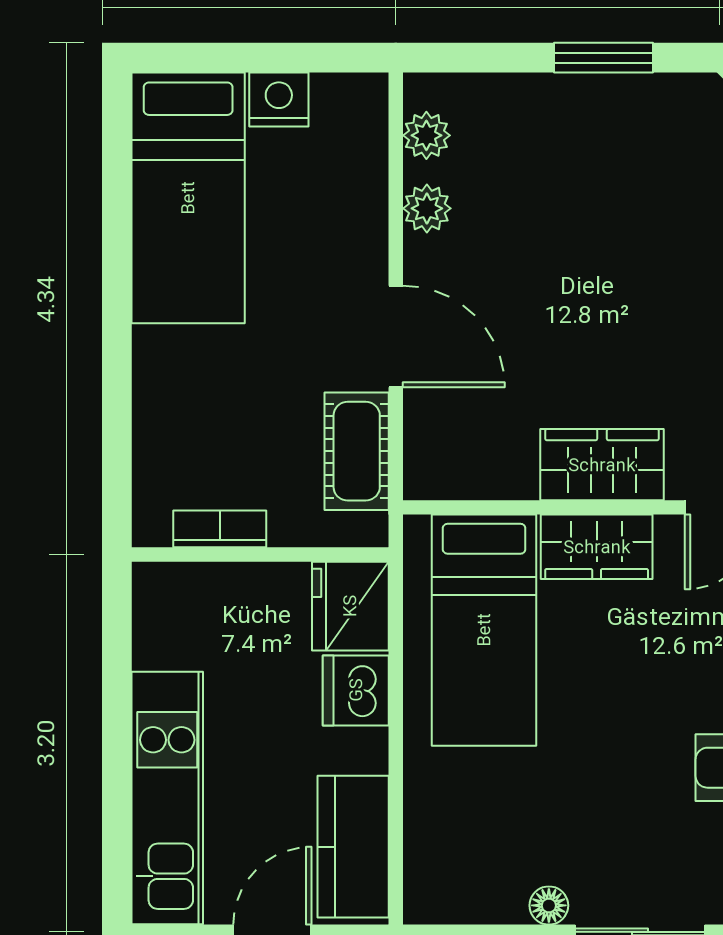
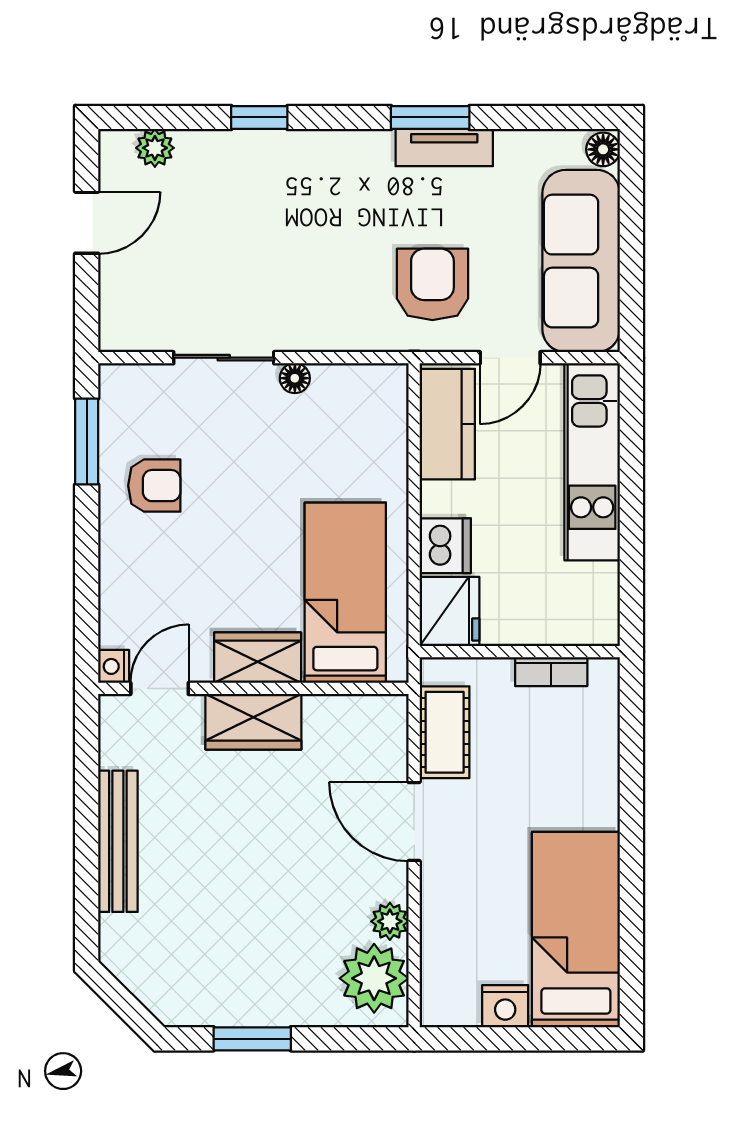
plant: (426, 135) -> (374, 978), width x1.87, depth x1.87

